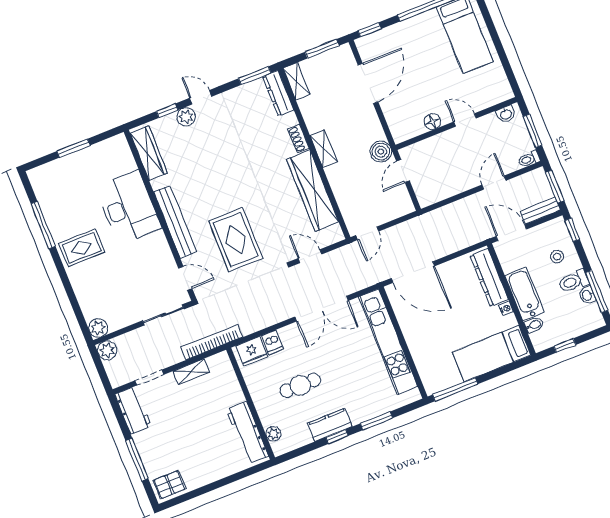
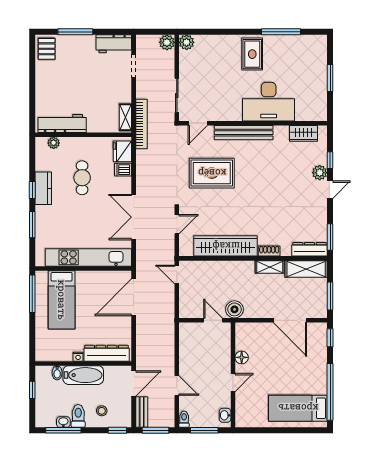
shelving: (296, 81) -> (306, 269), width x1.50, depth x1.33
shelving: (324, 149) -> (270, 267), moved
wardrobe: (149, 153) -> (303, 133), width x0.67
bed: (492, 354) -> (62, 300), moved, turned 180
shelving: (191, 372) -> (125, 117), moved

